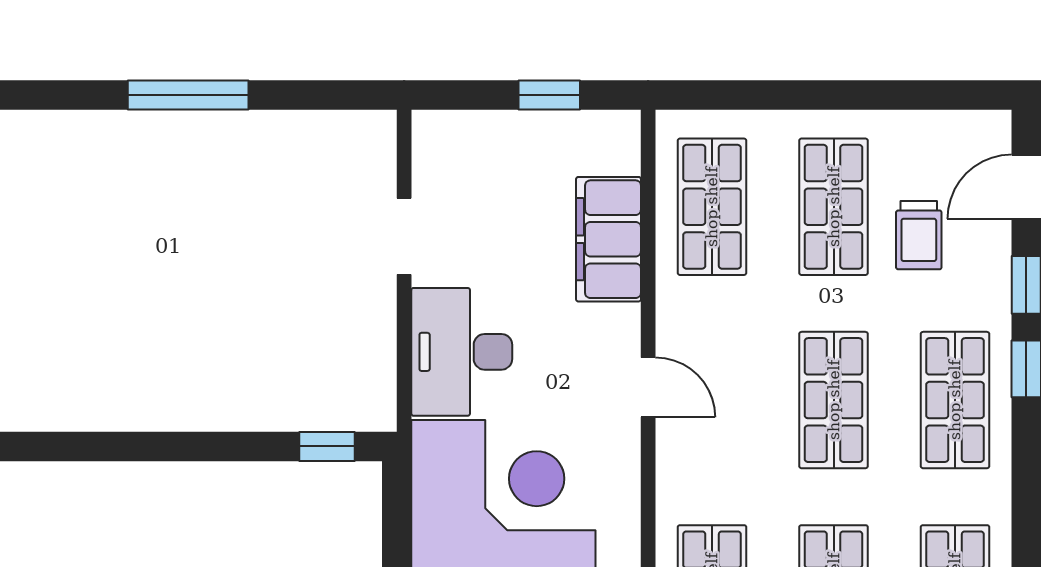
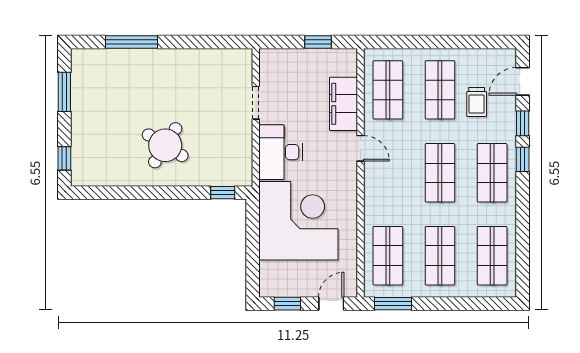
window: (188, 95) -> (131, 42), moved
round table: (193, 336) -> (165, 145), added
door: (648, 387) -> (360, 148), moved

